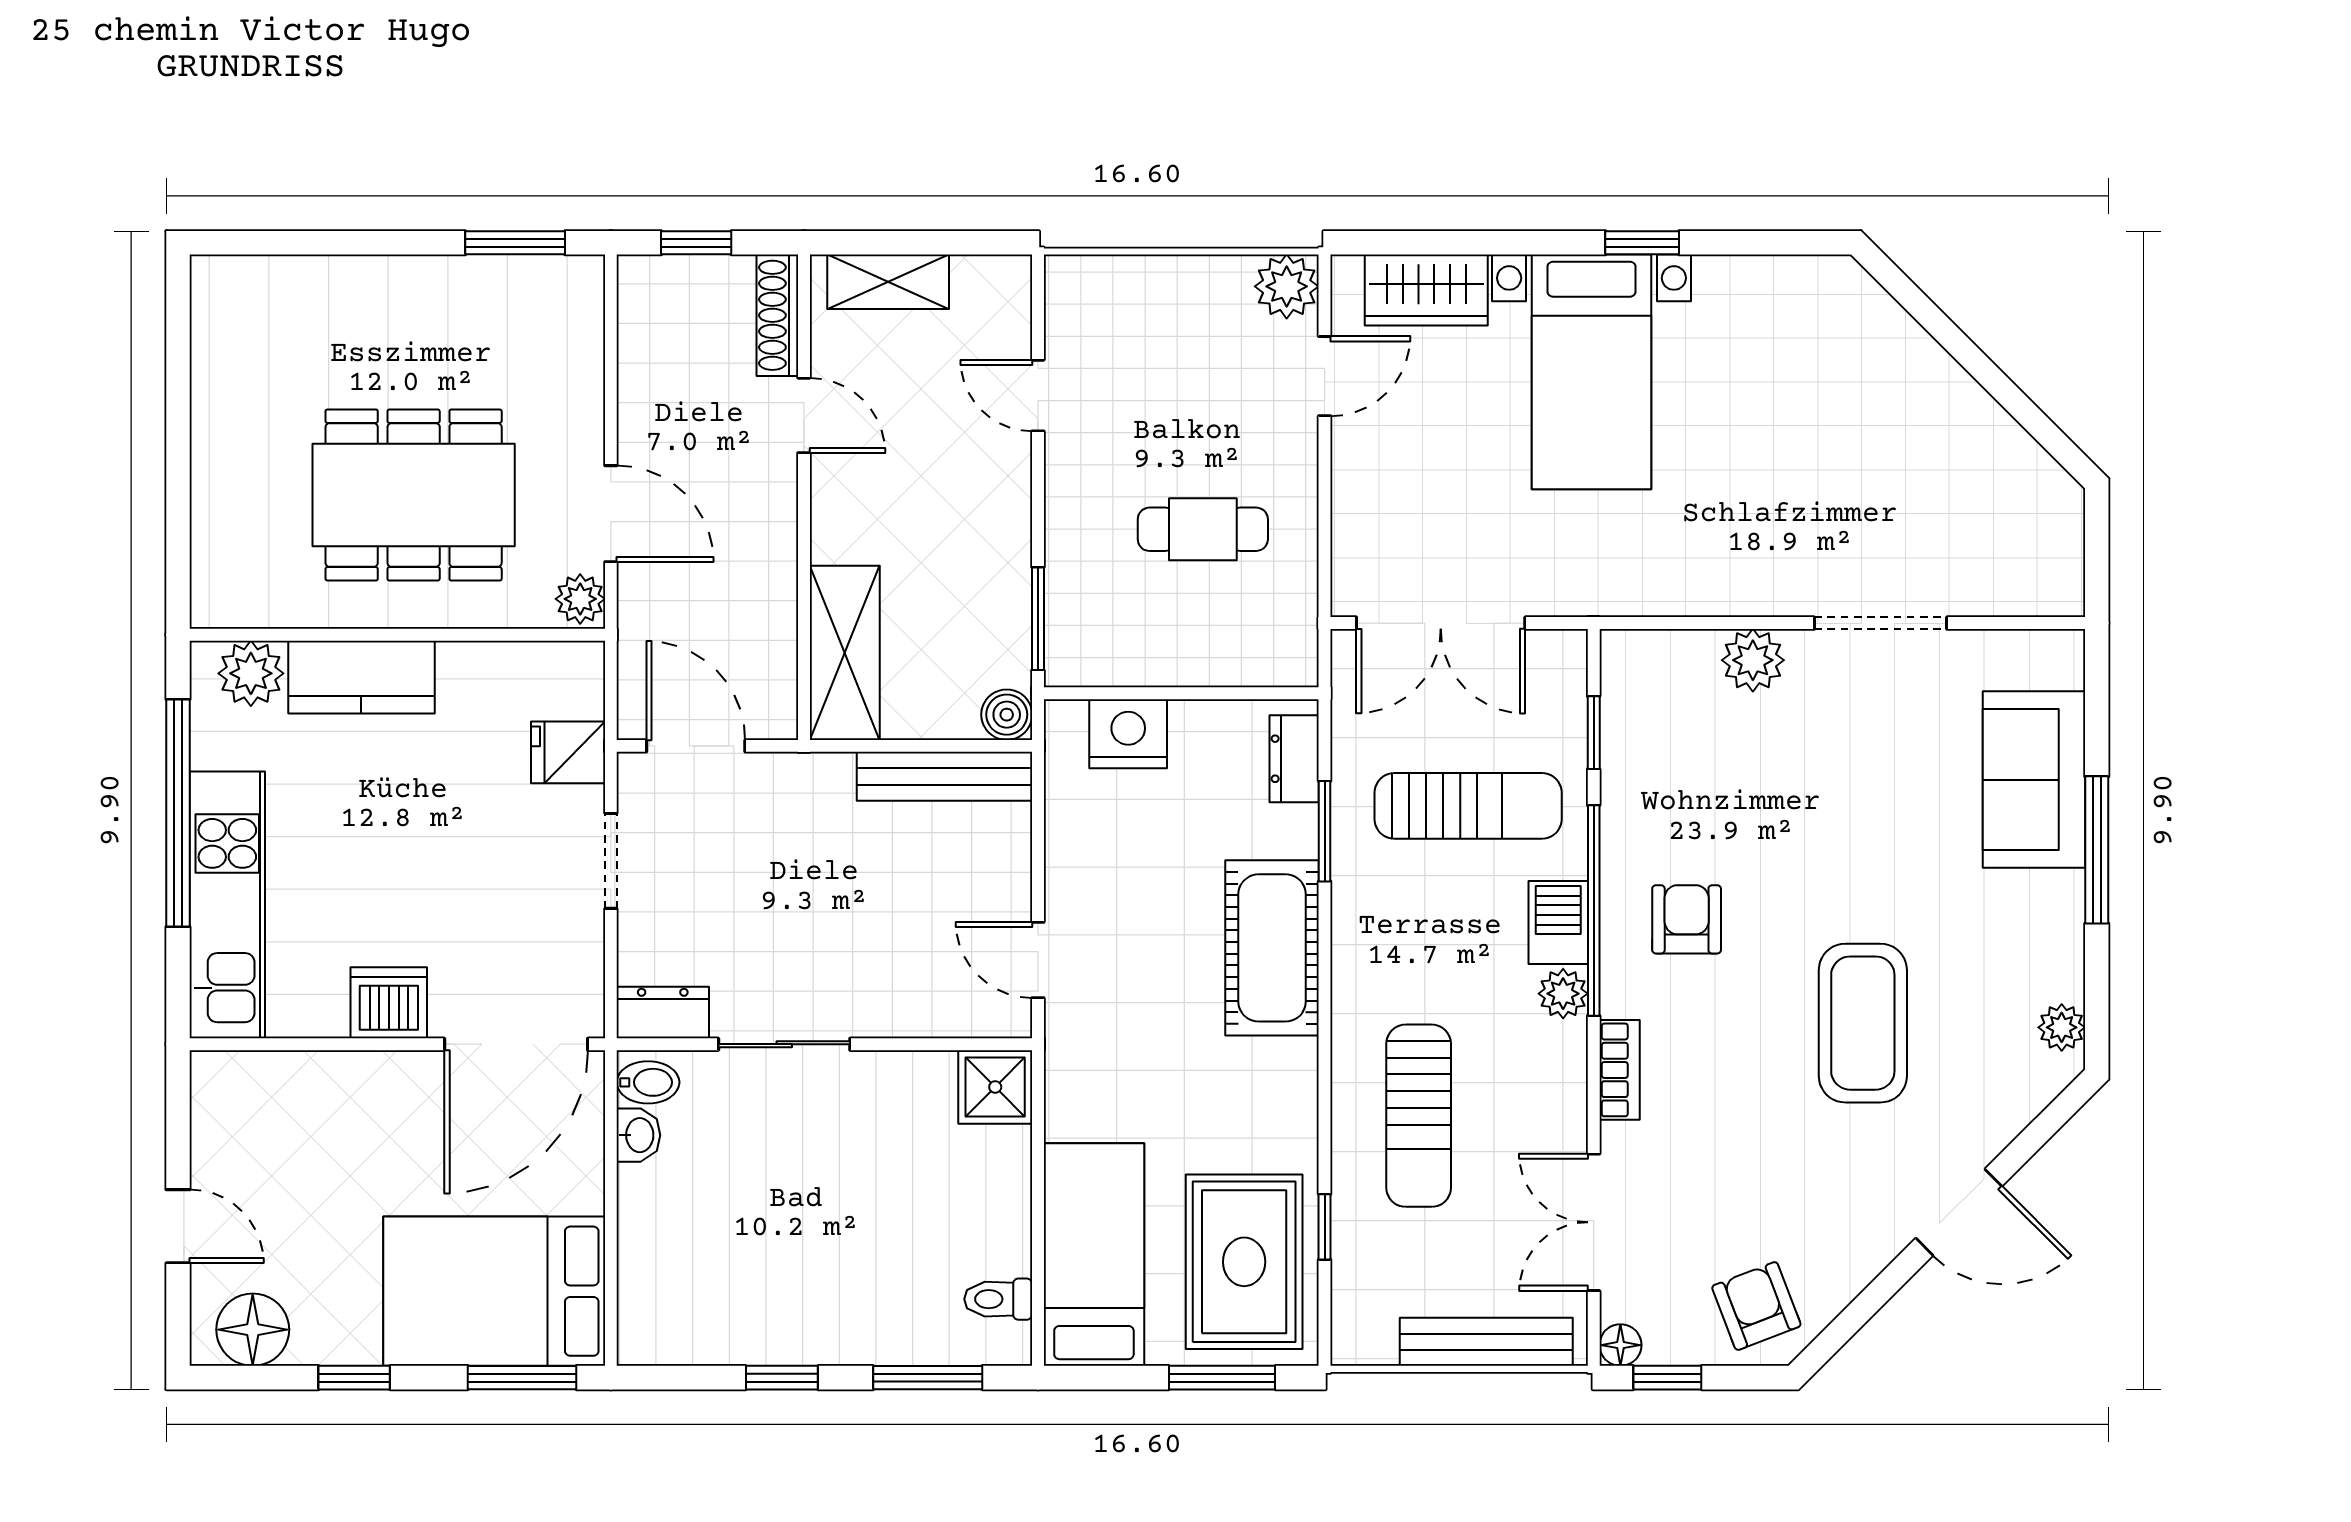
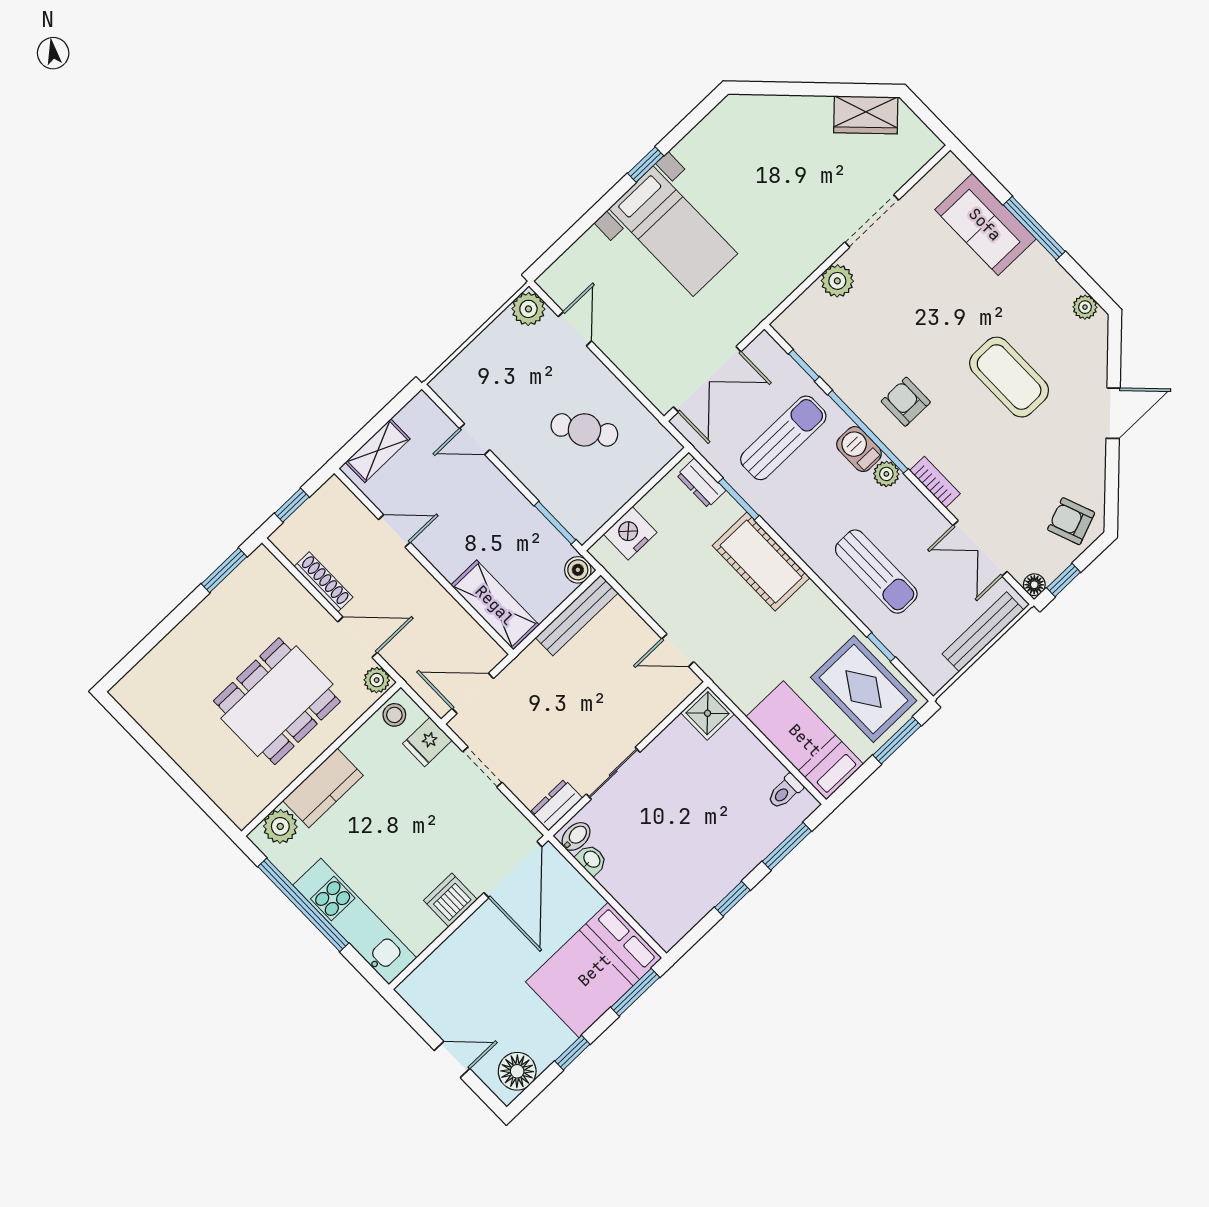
wardrobe: (1426, 290) -> (866, 115), moved, turned 45
shoe rack: (777, 315) -> (323, 582), moved, turned 180
cafe table: (1203, 529) -> (584, 430), turned 56
stool: (558, 671) -> (394, 715), added

